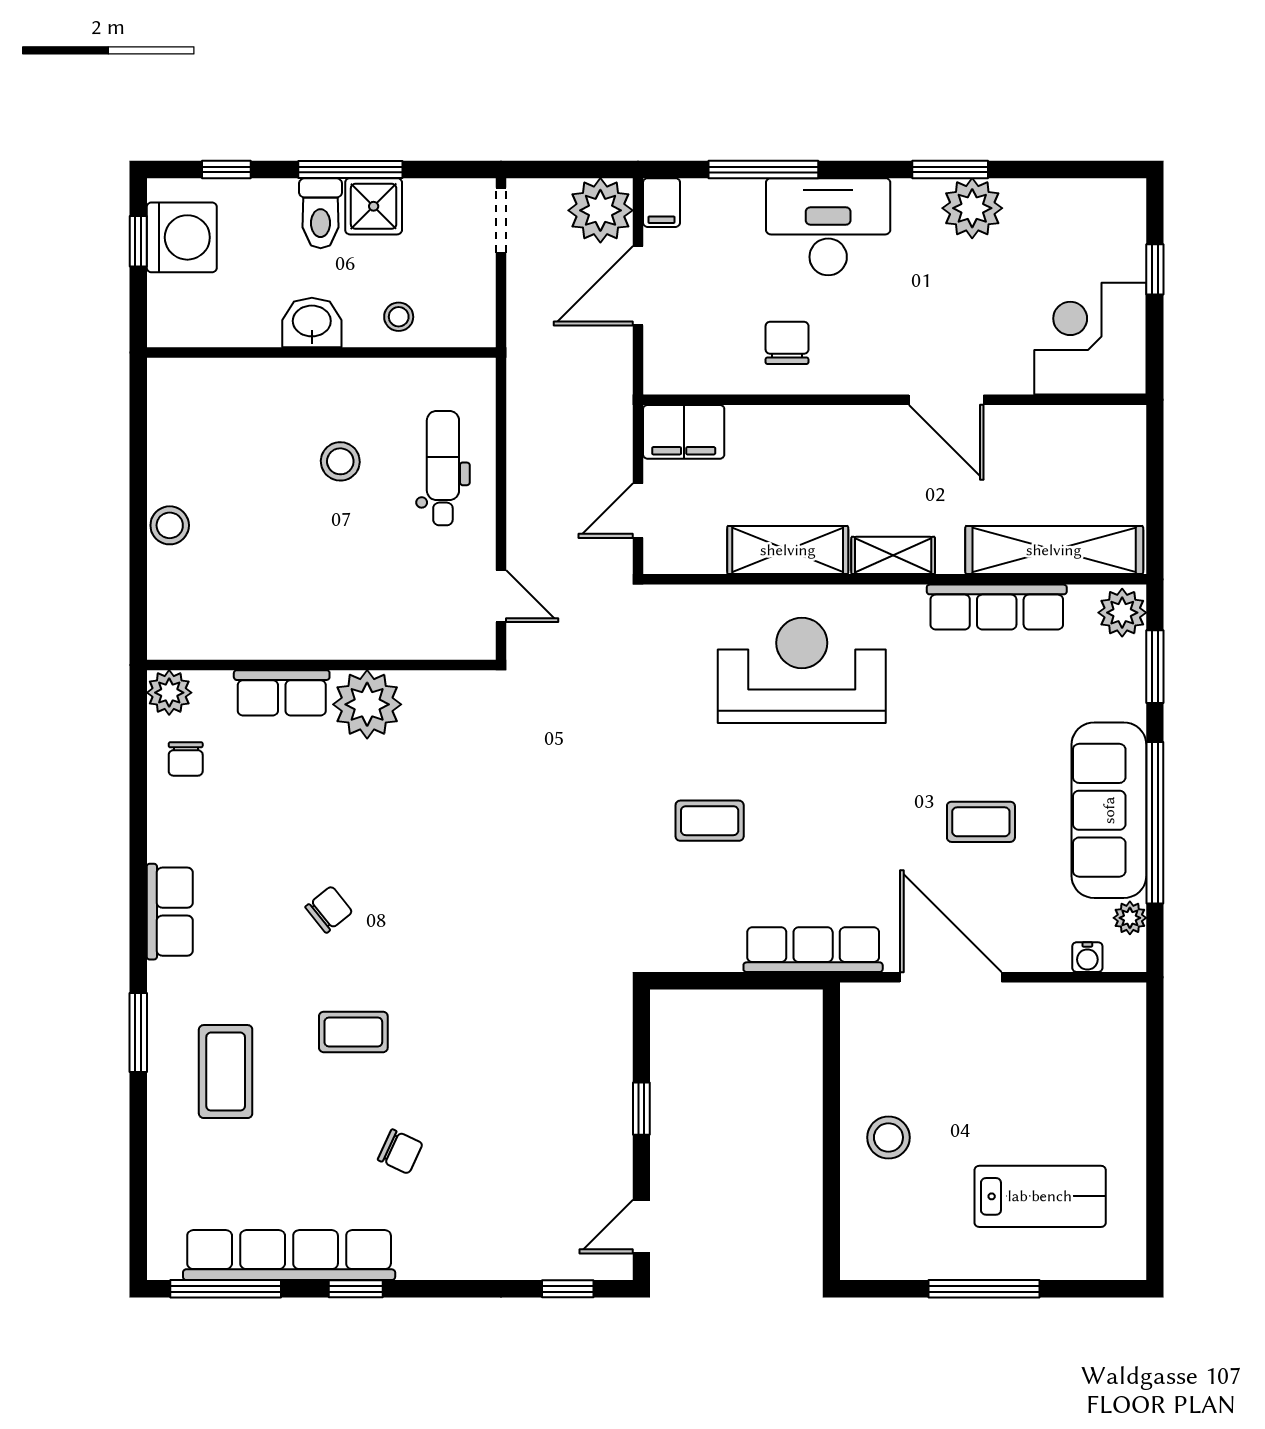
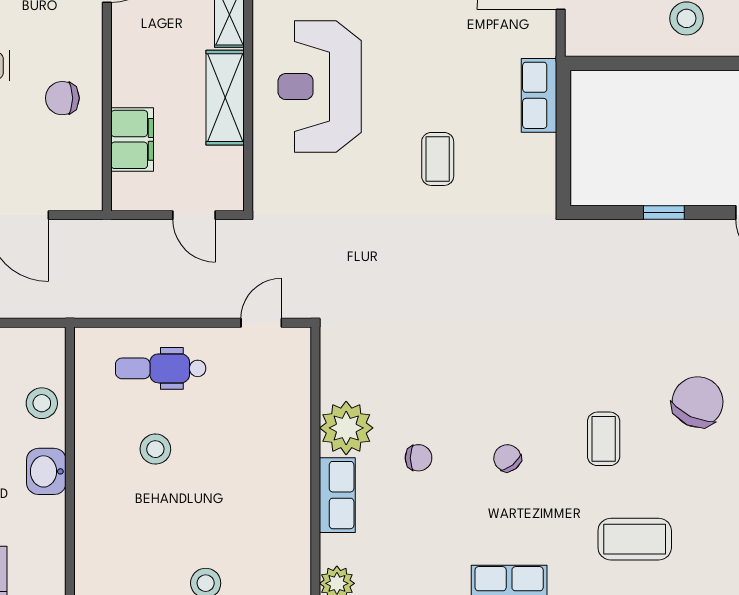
stool: (399, 317) -> (42, 403), width x1.37, depth x1.37
filing cabinet: (684, 432) -> (132, 139), moved
chair: (186, 759) -> (419, 458), moved
row of seats: (813, 950) -> (539, 95), width x0.68
chair: (400, 1152) -> (698, 402), width x1.87, depth x1.87

